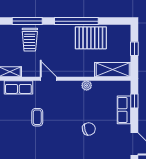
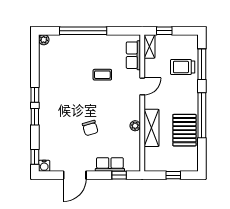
shelving: (113, 70) -> (152, 128), moved

